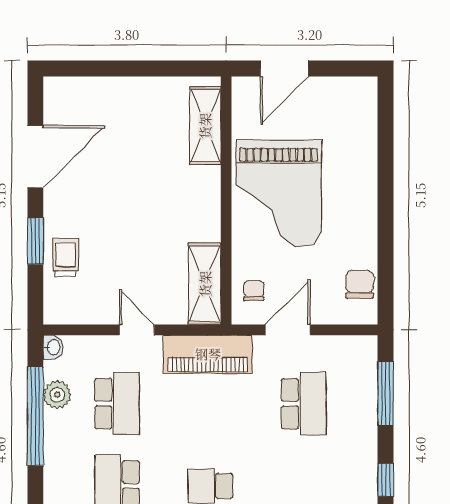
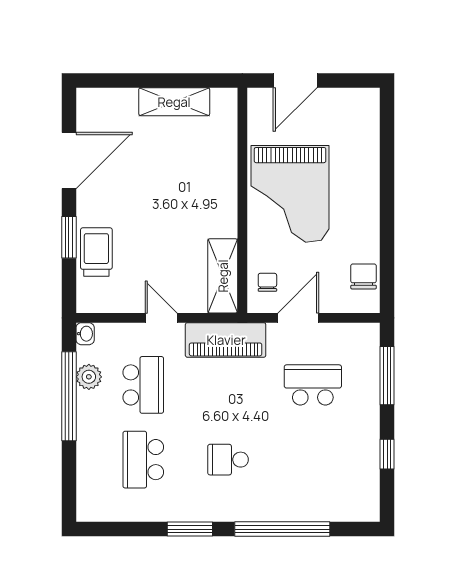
shelving: (205, 126) -> (174, 102), moved, turned 90
trolley: (65, 257) -> (96, 252), width x1.36, depth x1.39
school desk: (304, 404) -> (313, 385), turned -90

